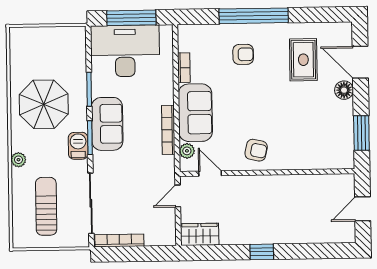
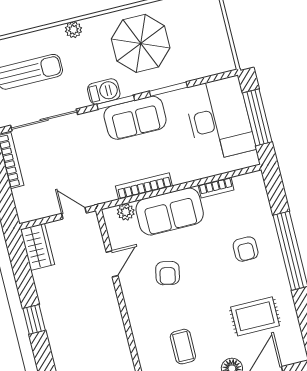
coffee table: (315, 128) -> (183, 347), added
armchair: (256, 150) -> (168, 273), moved
door: (210, 173) -> (112, 264), moved

